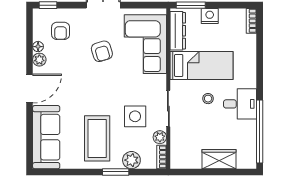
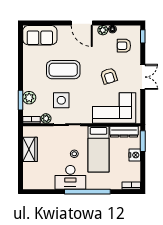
armchair: (102, 51) -> (109, 76), turned -91
desk: (240, 104) -> (70, 177), width x1.37
window: (260, 131) -> (87, 192), moved
sofa: (46, 137) -> (40, 35), width x0.73
coffee table: (97, 138) -> (63, 70), moved
wardrobe: (219, 159) -> (30, 149), moved
window: (116, 172) -> (20, 100), moved

